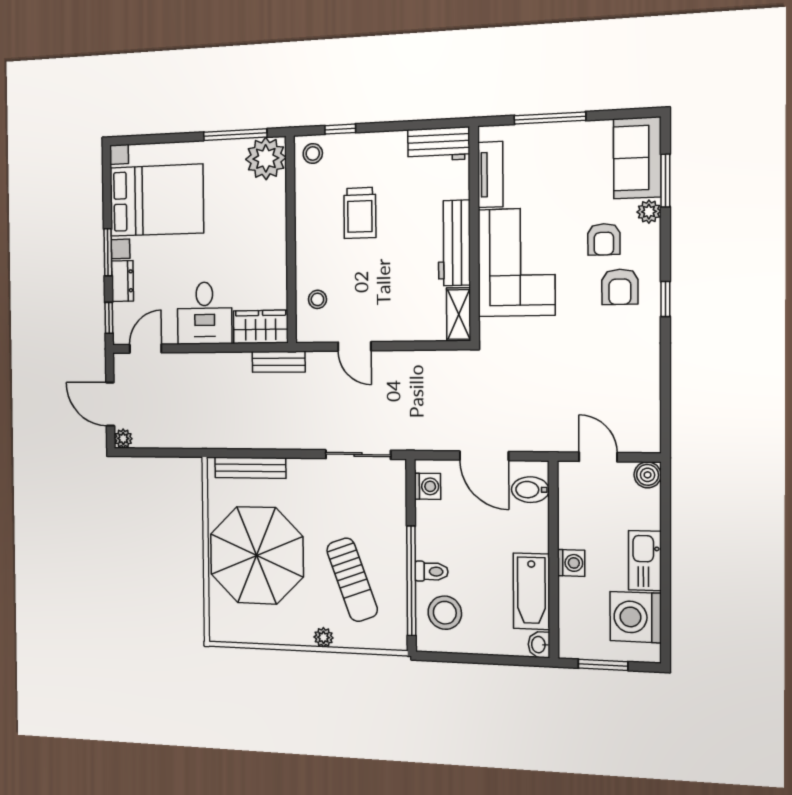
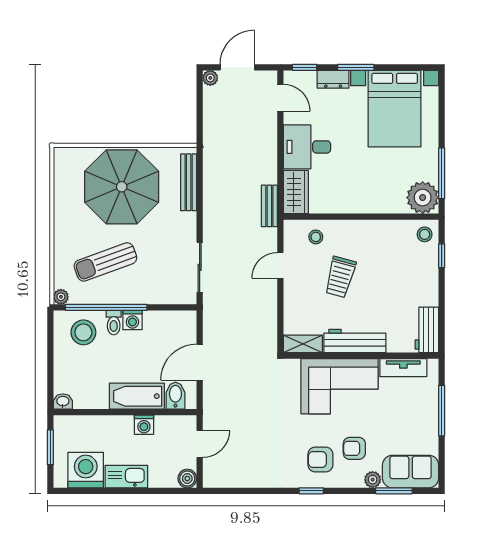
trolley: (360, 213) -> (340, 277), moved, turned -75
washing machine: (428, 486) -> (132, 320), moved
washing machine: (571, 563) -> (144, 425), moved
bathtub: (531, 591) -> (137, 396), moved
plant: (324, 637) -> (61, 297), moved

